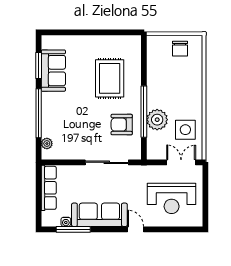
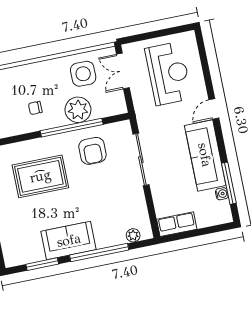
sofa: (53, 71) -> (69, 240), moved
chair: (166, 85) -> (35, 108), added
row of seats: (49, 188) -> (177, 224), width x0.68

